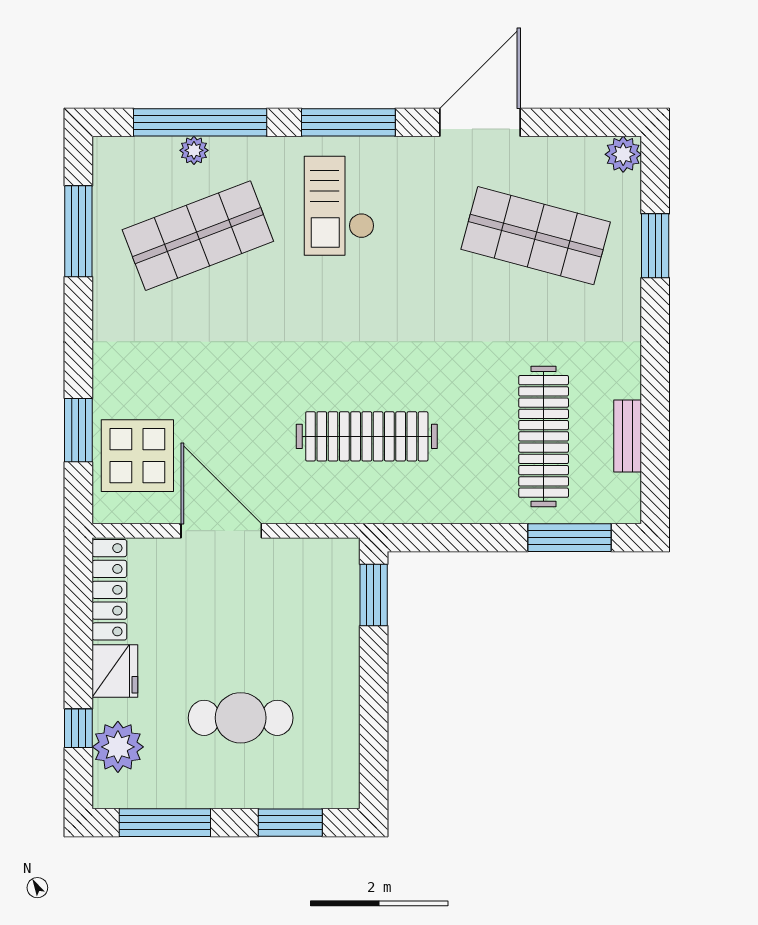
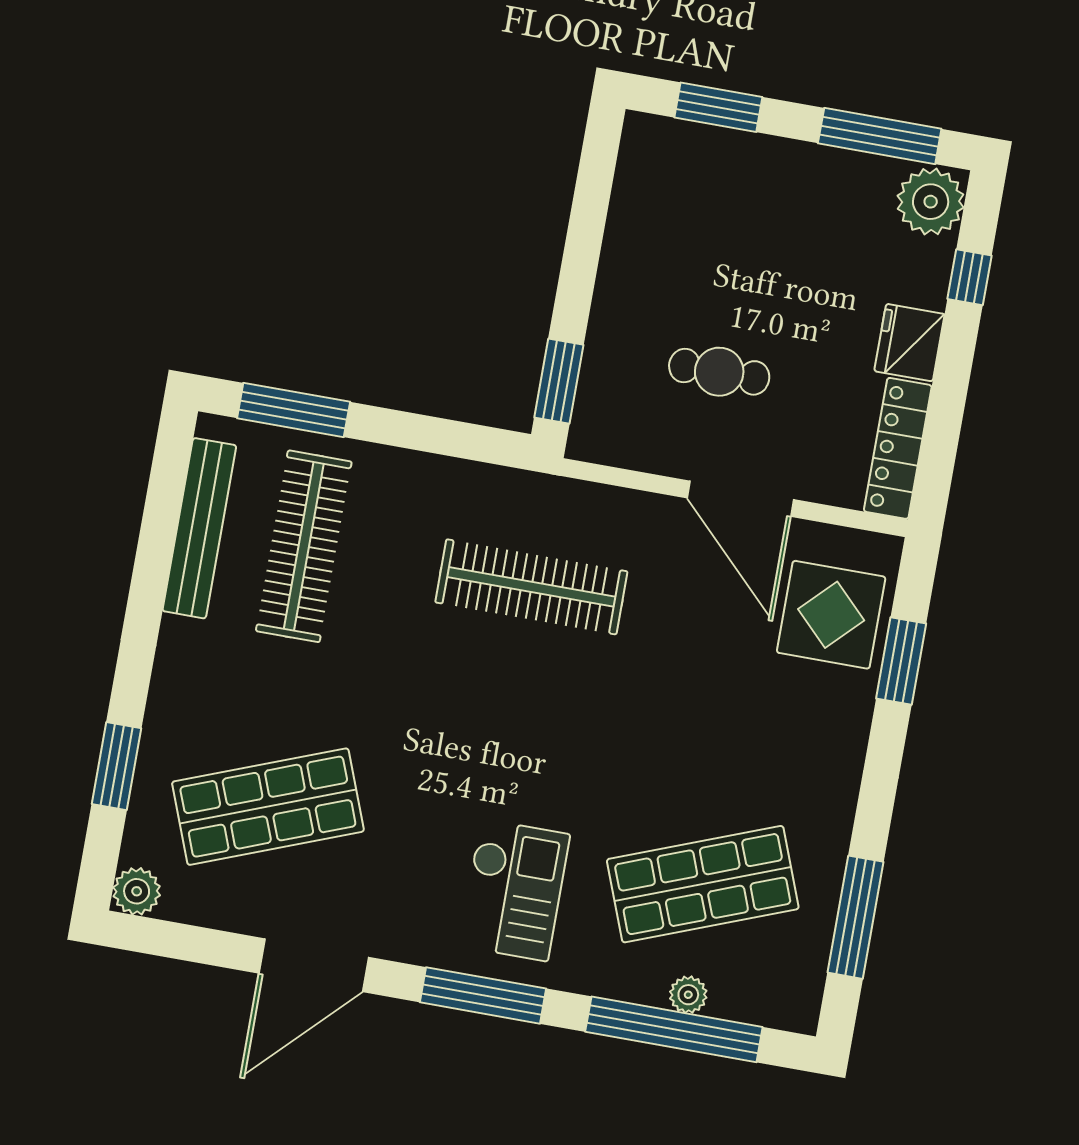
shop shelf: (536, 236) -> (268, 807), turned -36
bench: (628, 436) -> (199, 528), width x1.86, depth x1.21
cafe table: (241, 718) -> (719, 372), moved, width x0.73, depth x0.74
plant: (118, 747) -> (931, 202), moved

